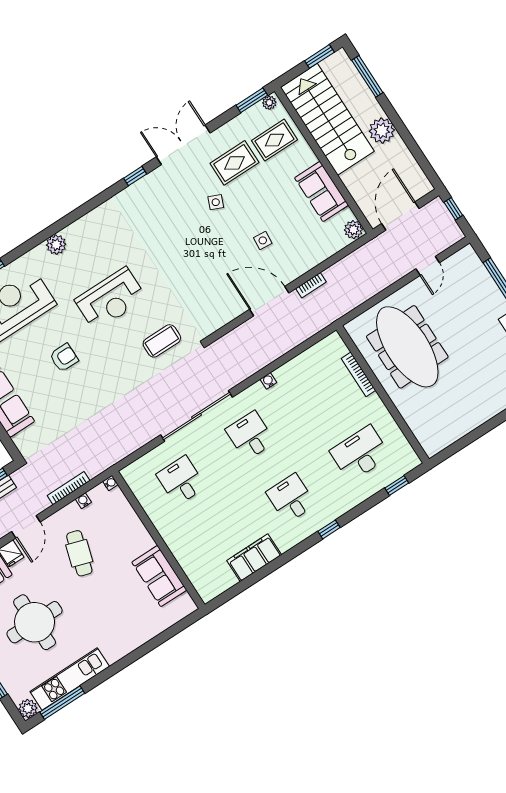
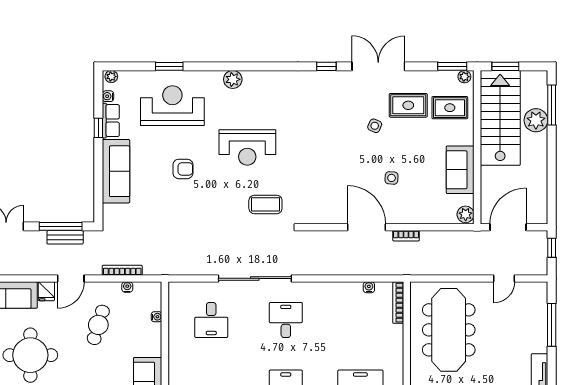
window: (319, 56) -> (505, 66), moved
plant: (382, 131) -> (536, 120), moved
bookcase: (359, 374) -> (398, 303), moved
water cooler: (268, 381) -> (369, 287), moved
desk: (181, 481) -> (211, 320), turned 180
water cooler: (110, 483) -> (157, 317), moved

